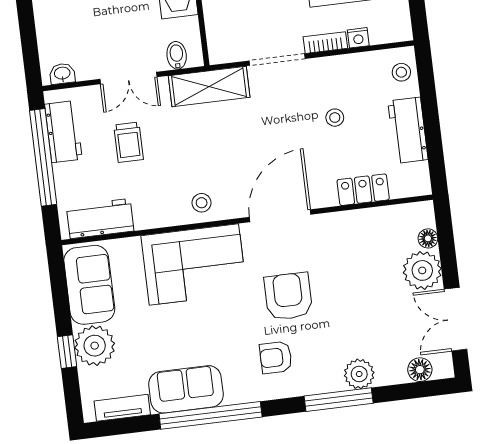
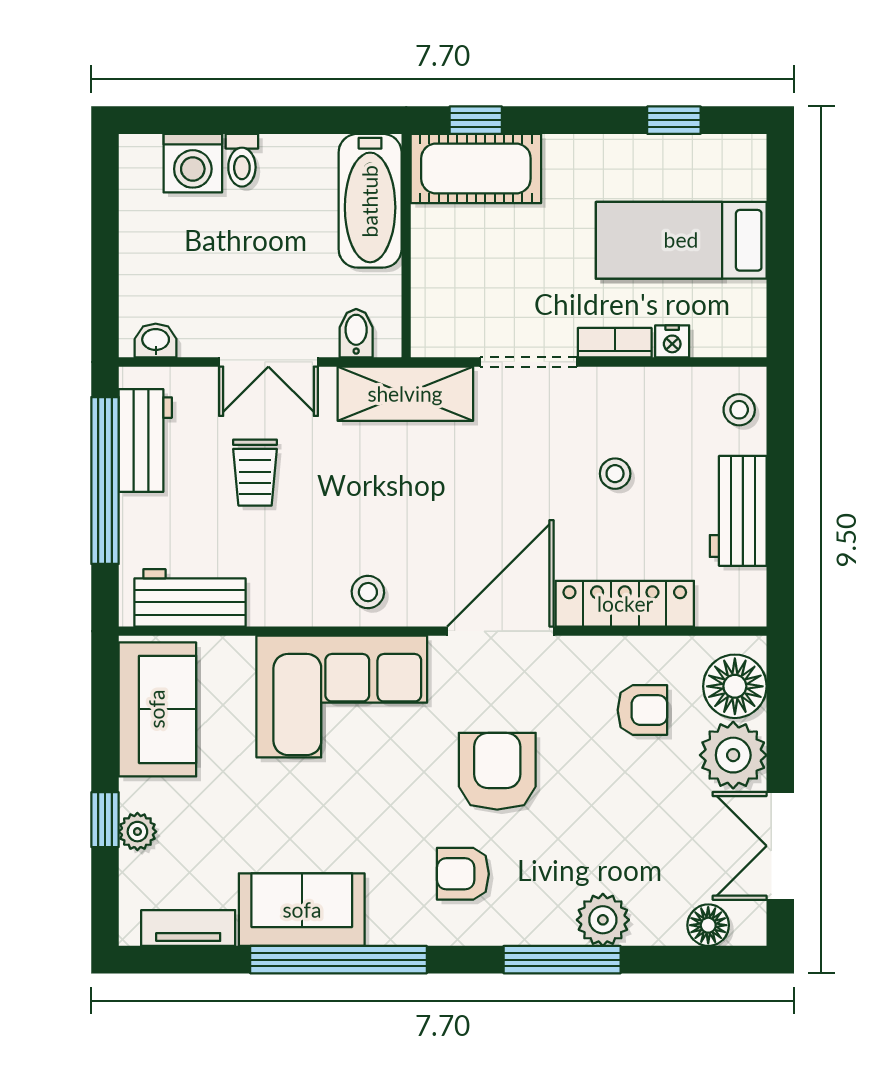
locker: (363, 190) -> (625, 604), width x1.53
floor lamp: (428, 238) -> (735, 686), width x1.89, depth x1.89
armchair: (367, 251) -> (642, 710), added
plant: (95, 346) -> (137, 832), width x0.53, depth x0.53

